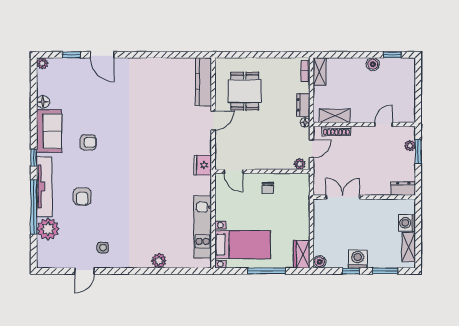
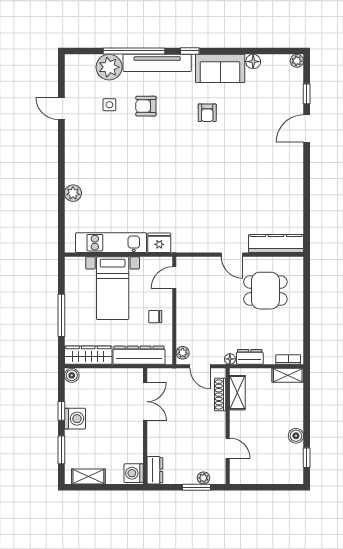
fridge: (203, 165) -> (159, 243), moved
dresser: (302, 202) -> (139, 355), added
washing machine: (407, 223) -> (134, 473), moved, turned -90
bed with nightstands: (243, 245) -> (113, 288), moved
side table: (103, 248) -> (109, 105), moved
wardrobe: (302, 254) -> (88, 355), width x1.50

